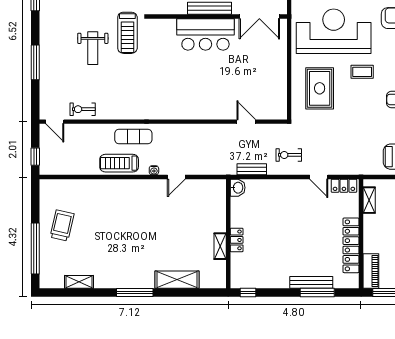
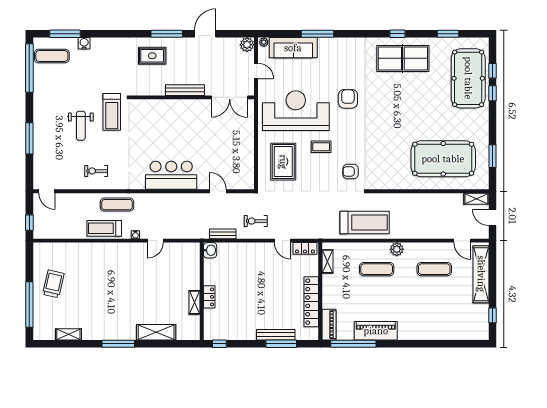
bar counter: (205, 34) -> (171, 175), moved, turned 180
exercise bike: (83, 109) -> (96, 171), moved

